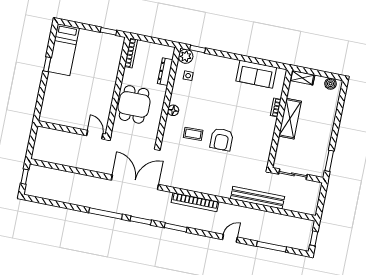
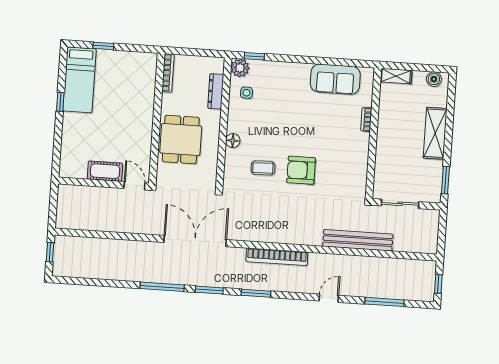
window: (109, 31) -> (103, 46), moved
shelving: (290, 119) -> (435, 133), moved
cot: (74, 121) -> (105, 171), added
armchair: (222, 139) -> (301, 170), turned 90

